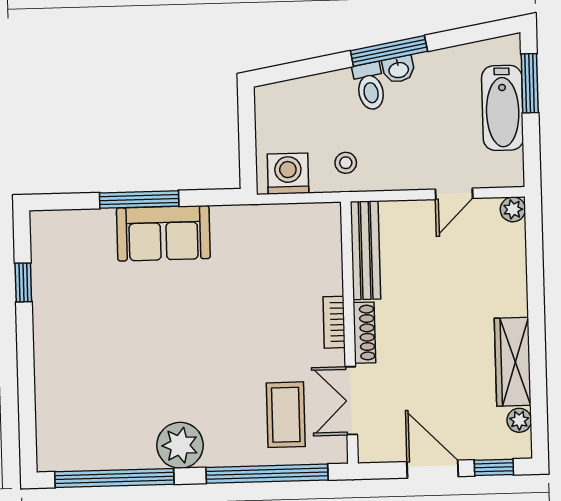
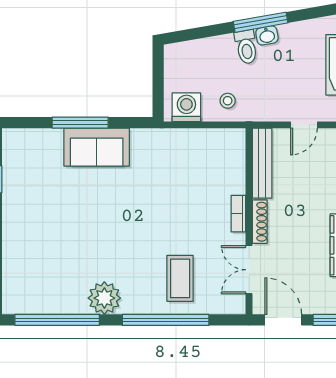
bench: (366, 250) -> (262, 163), moved
bookcase: (334, 322) -> (238, 214), moved
wall: (349, 333) -> (249, 221), moved
shoe rack: (364, 333) -> (260, 222), moved
double door: (351, 401) -> (249, 270), moved

